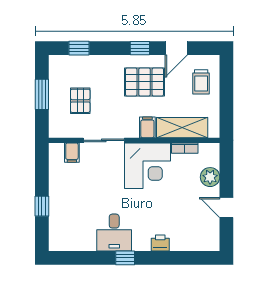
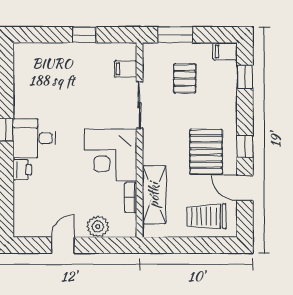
trolley: (201, 82) -> (206, 216), width x1.36, depth x1.39
window: (42, 94) -> (175, 35), moved
pallet: (80, 101) -> (185, 78), turned 90
filing cabinet: (147, 127) -> (225, 51), moved, turned 180
window: (42, 206) -> (85, 35), moved
desk: (114, 233) -> (34, 138), moved

